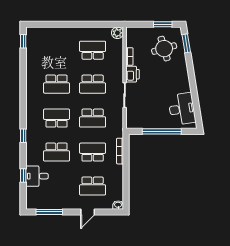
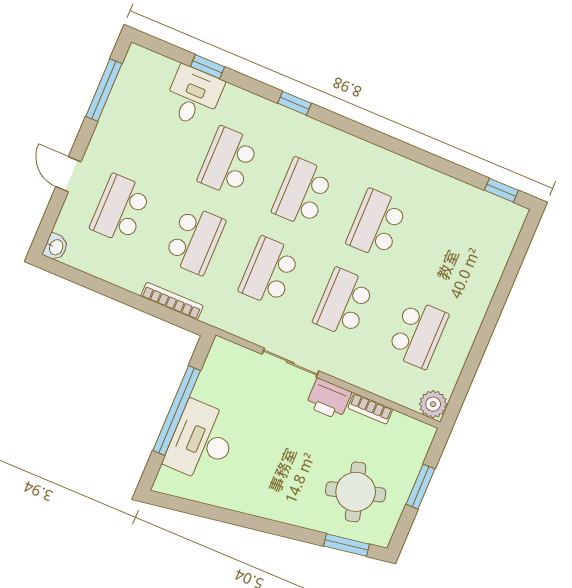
window: (163, 24) -> (420, 487), moved
desk: (182, 109) -> (202, 441), moved, turned 99
school desk: (57, 118) -> (302, 192), turned 180

